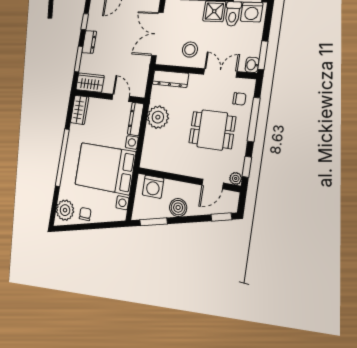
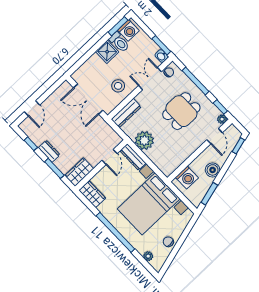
door: (121, 98) -> (110, 157), swing flipped
chair: (239, 99) -> (169, 72), moved
plant: (65, 210) -> (148, 256), width x0.53, depth x0.53

